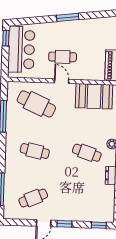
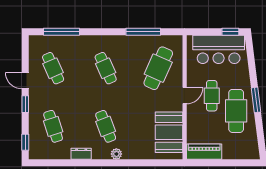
cafe table: (77, 35) -> (236, 111), added
cafe table: (35, 151) -> (106, 68), turned -36
cafe table: (87, 153) -> (106, 126), turned -39
cafe table: (85, 200) -> (53, 126), added

